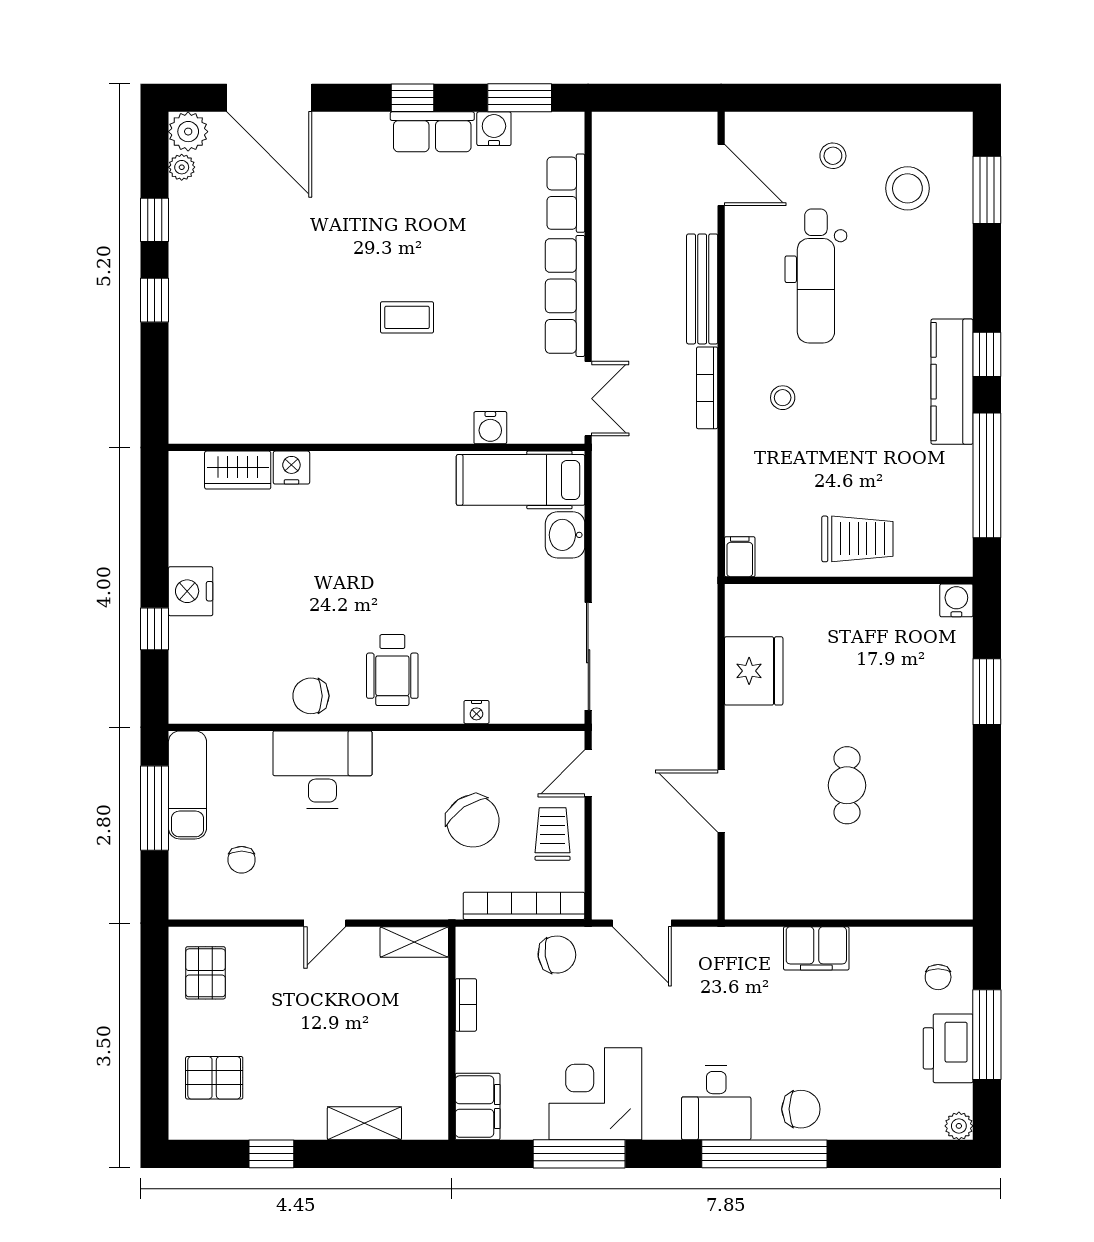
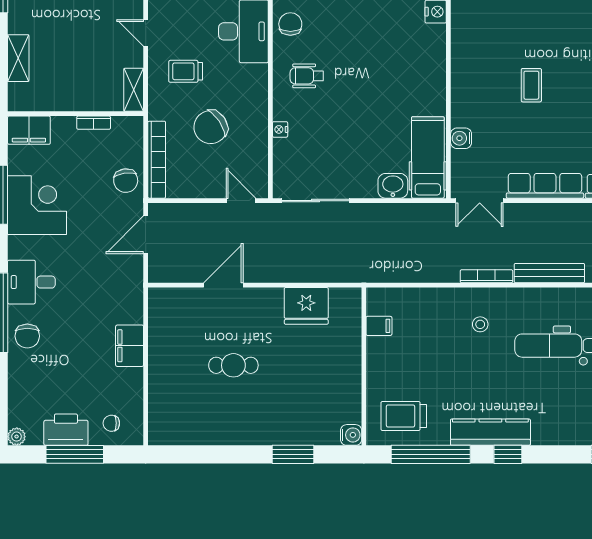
trolley: (857, 539) -> (404, 416), moved, turned 90
filing cabinet: (740, 557) -> (379, 326), moved
wheelchair: (392, 670) -> (307, 76), width x0.73, depth x0.73
trolley: (553, 834) -> (186, 71), moved, turned 180

